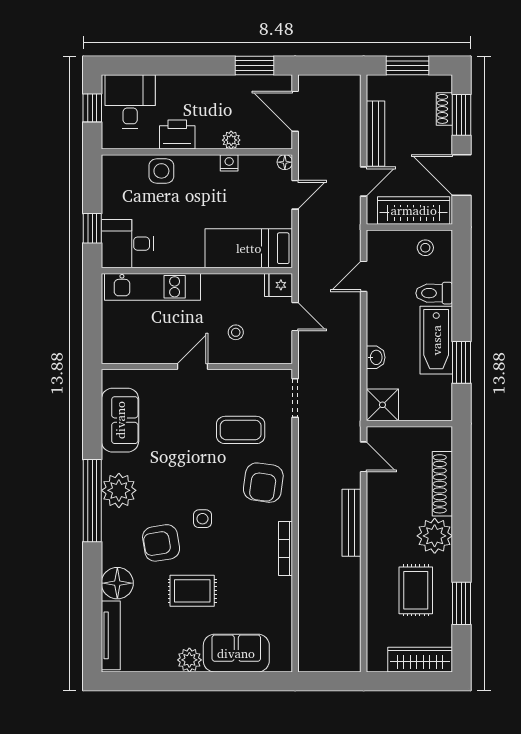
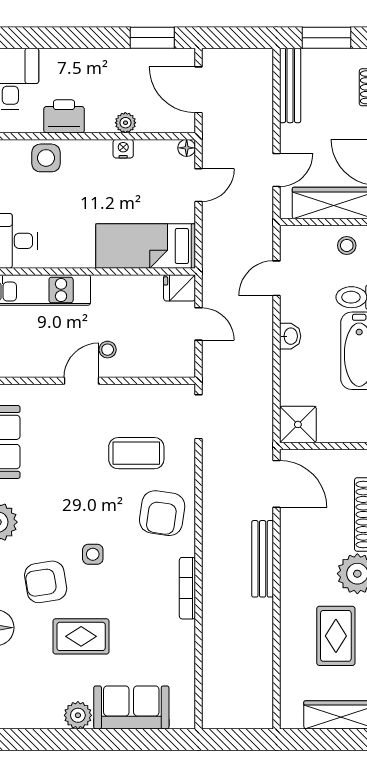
bench: (376, 134) -> (290, 85), moved
stool: (236, 332) -> (108, 350), moved
washbasin: (376, 357) -> (290, 336), moved
door: (364, 457) -> (276, 484), width x1.38

